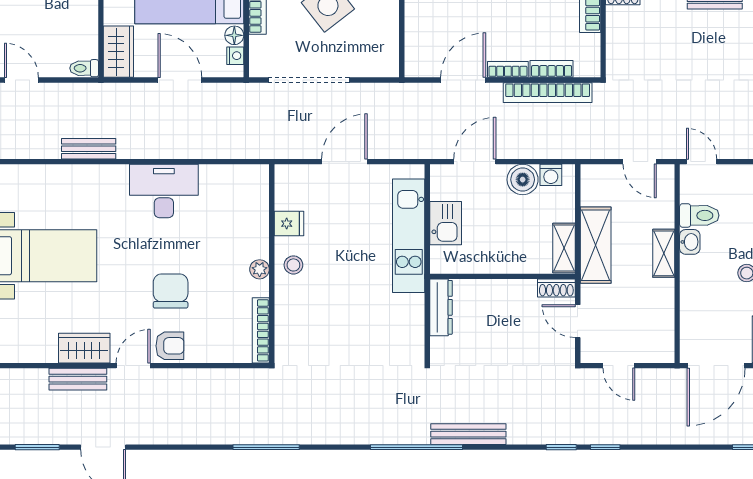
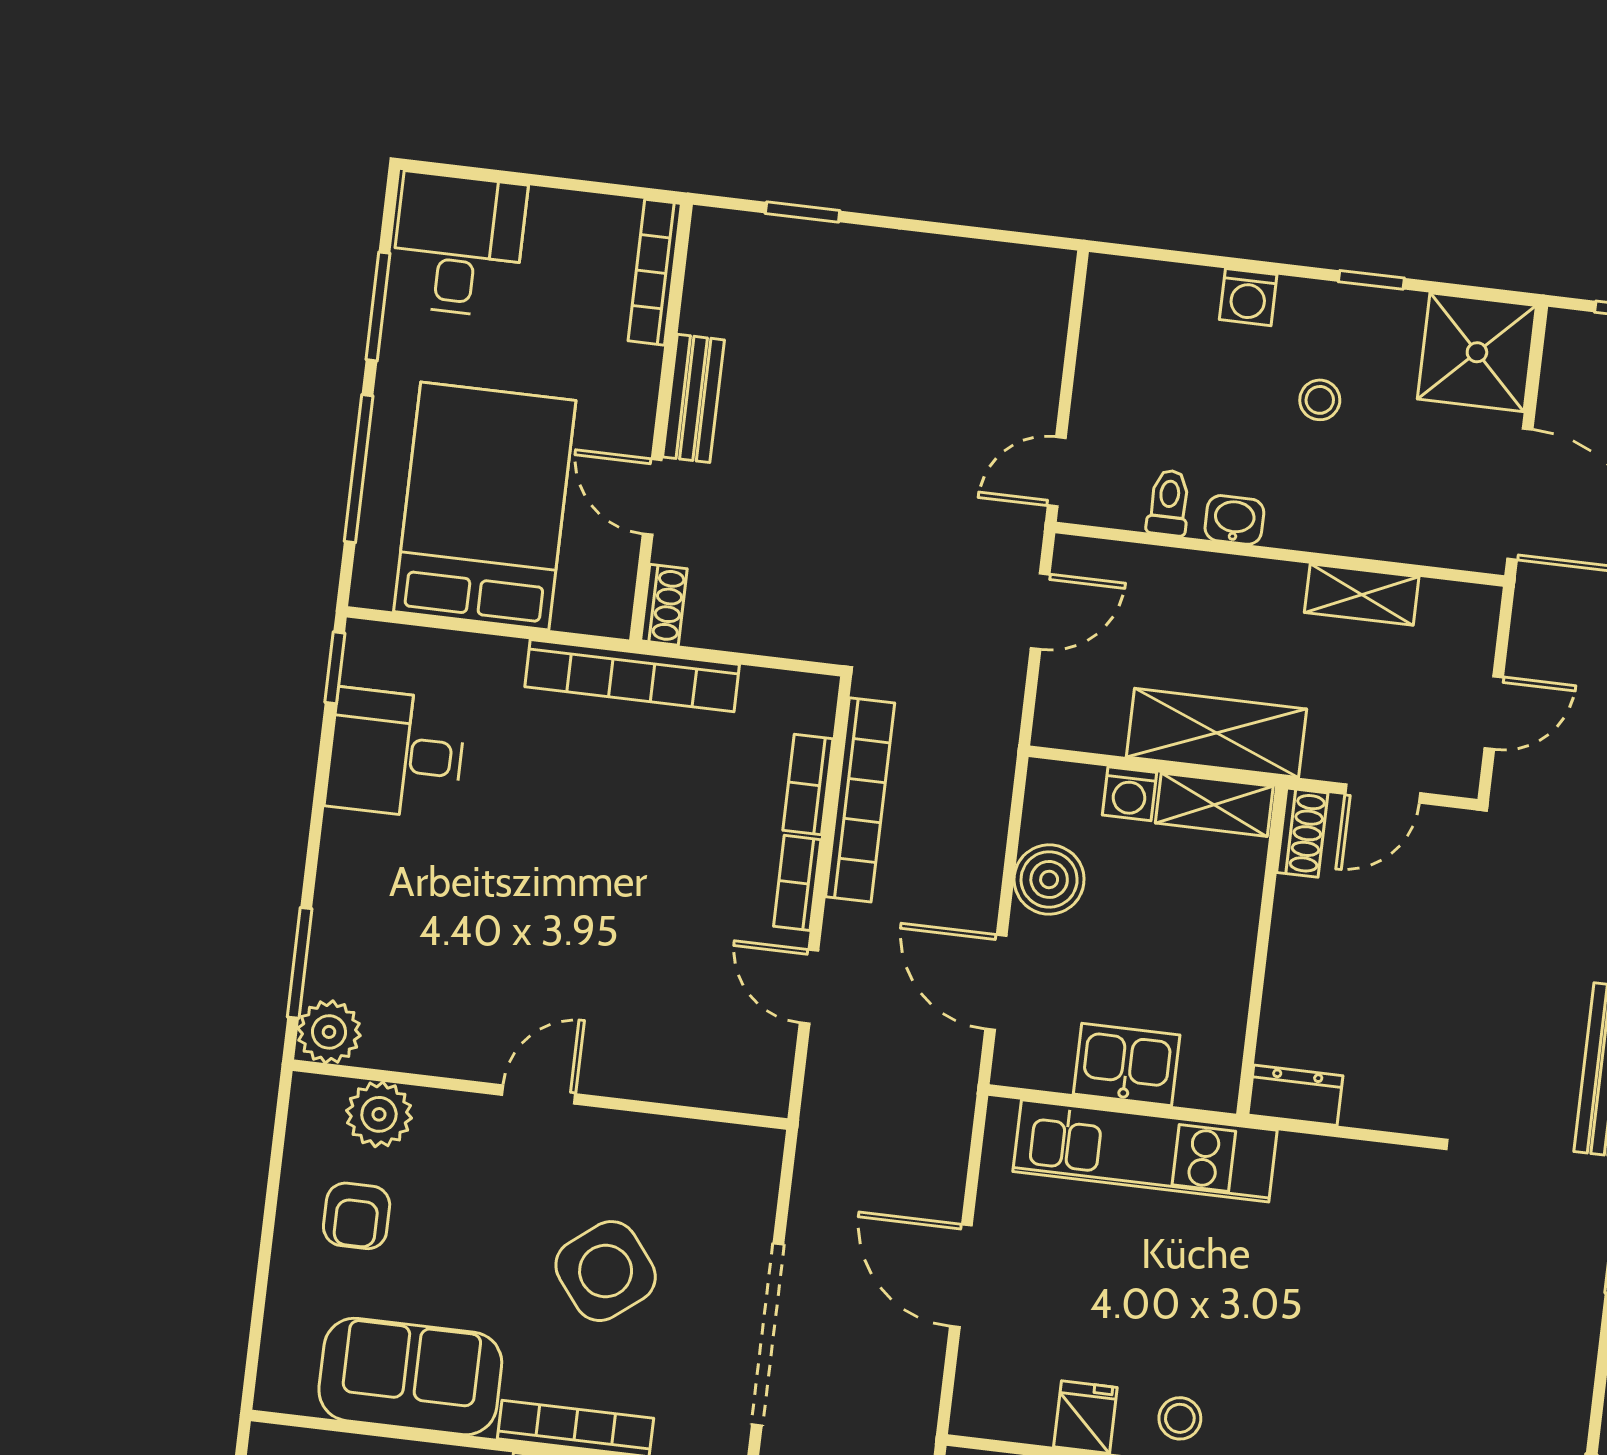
door: (463, 80) -> (809, 987), width x0.73
washing machine: (551, 175) -> (1130, 794), moved, turned 90
toilet: (699, 215) -> (1169, 503), width x0.73, depth x0.72
shelving: (664, 253) -> (1362, 595), moved
dresser: (441, 307) -> (1295, 1095), width x0.70

